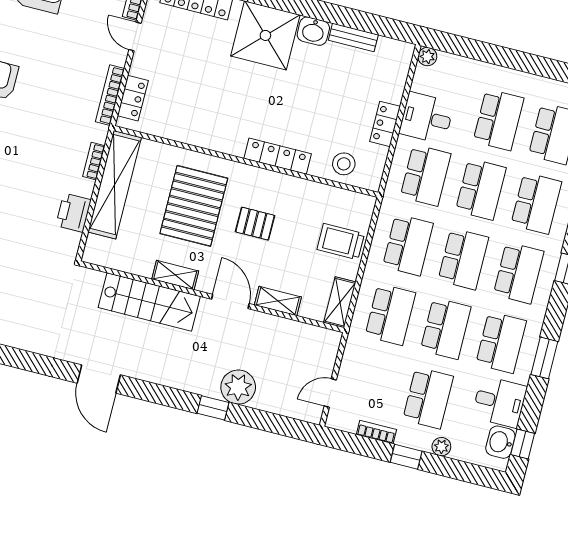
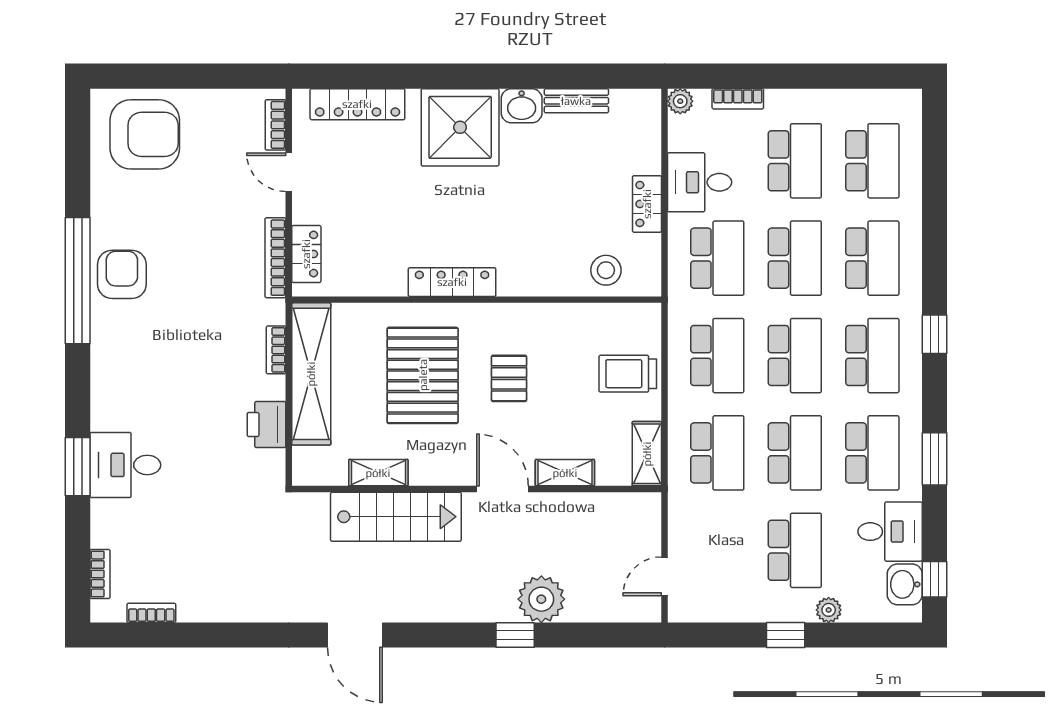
locker: (278, 156) -> (452, 282), moved
pallet: (255, 224) -> (509, 378), turned 90
shelving: (175, 275) -> (378, 473), moved
bookcase: (376, 432) -> (738, 99), moved, turned 180

